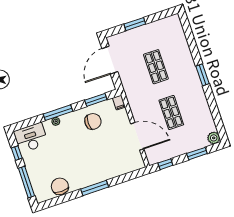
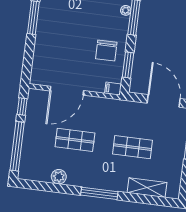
shelving: (181, 41) -> (147, 188), added
window: (202, 75) -> (99, 193), width x1.44
plant: (214, 138) -> (59, 177), moved
window: (197, 154) -> (17, 146), width x2.11

